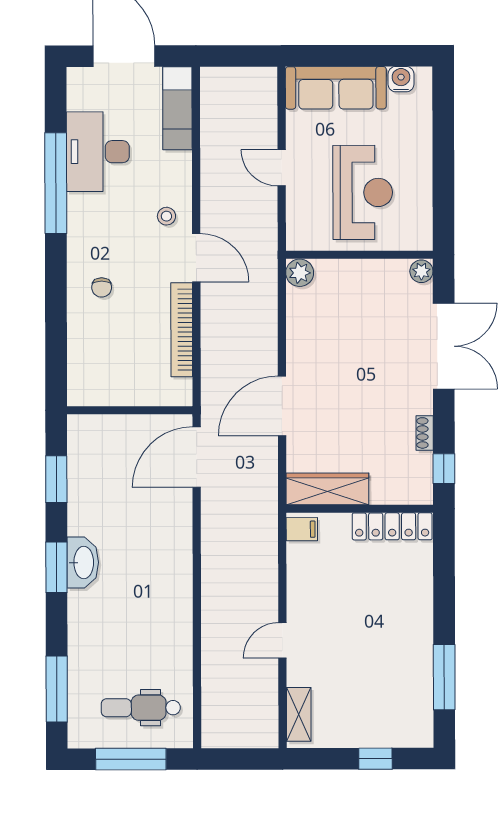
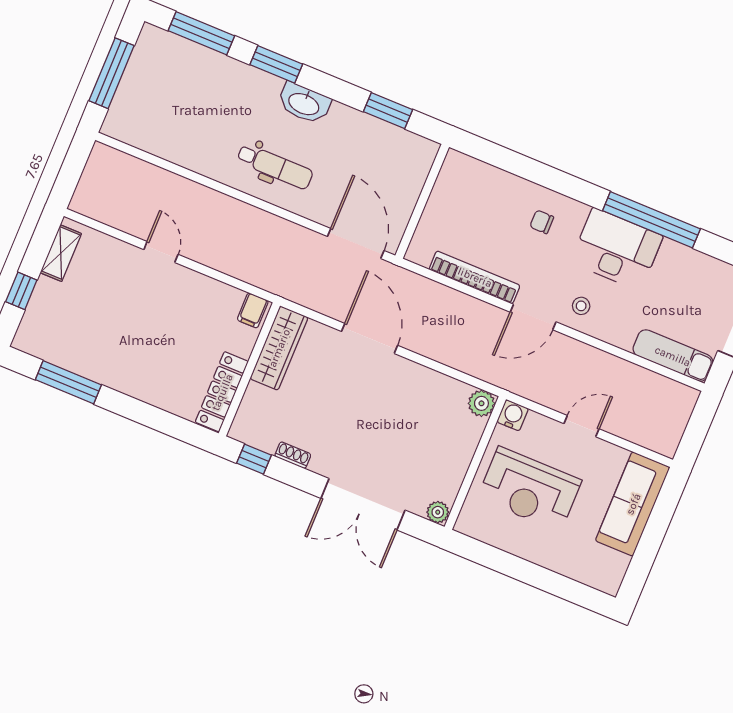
water cooler: (401, 79) -> (513, 415), moved, turned -90
desk: (98, 152) -> (617, 249), moved
window: (56, 567) -> (276, 64), moved
dental chair: (141, 708) -> (275, 166), moved, turned 90
shelving: (299, 714) -> (61, 253), moved, turned 90

